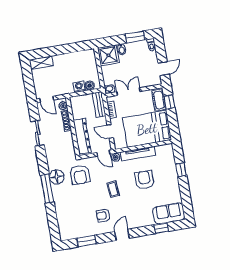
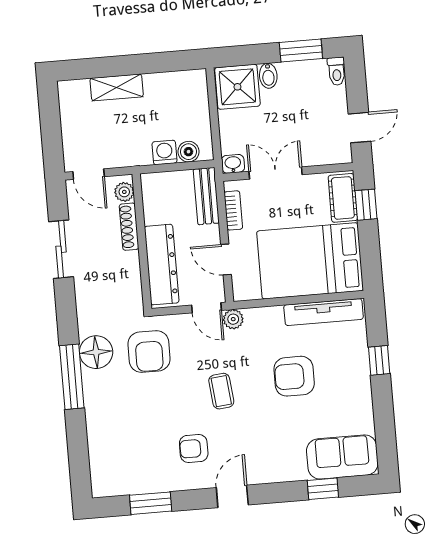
shelving: (41, 63) -> (117, 87), moved
tv unit: (138, 154) -> (324, 312), moved
armchair: (144, 180) -> (294, 376), turned -90

